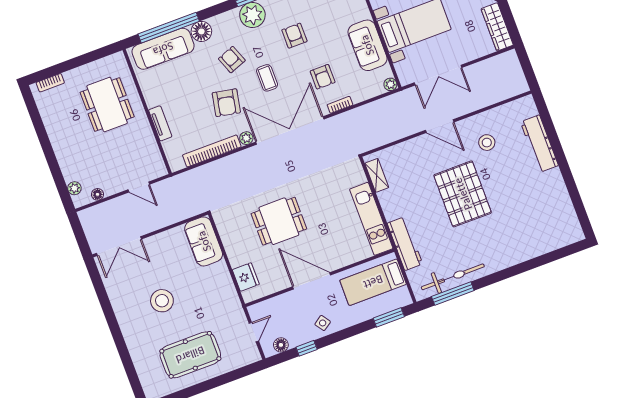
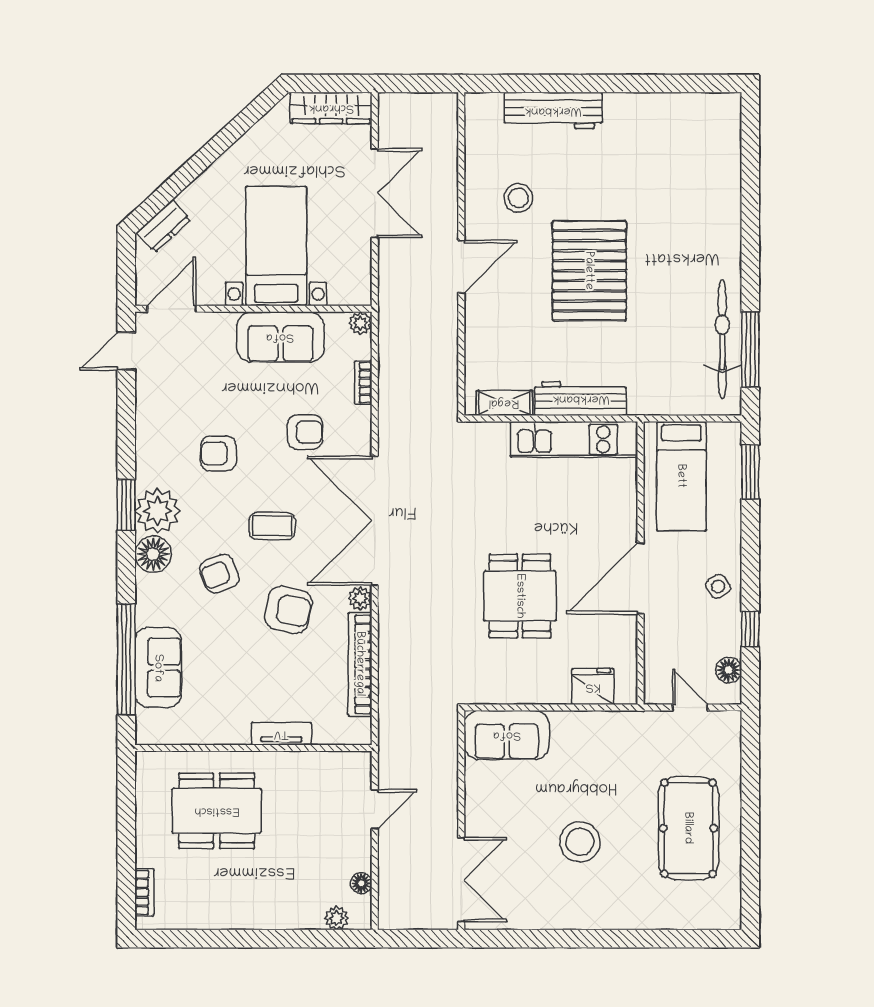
floor lamp: (201, 31) -> (153, 554), moved
sofa: (163, 49) -> (158, 668), width x0.73
double door: (438, 75) -> (375, 193), moved
bookcase: (340, 105) -> (363, 382), moved
pallet: (463, 194) -> (589, 271), turned 90
workbench: (405, 244) -> (581, 399), moved

